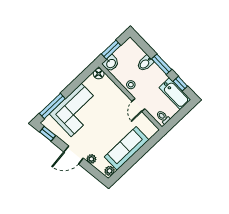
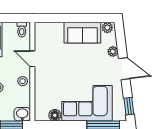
floor lamp: (99, 74) -> (55, 115), moved
door: (138, 105) -> (32, 59), swing flipped
sofa: (127, 148) -> (82, 33), width x0.73

